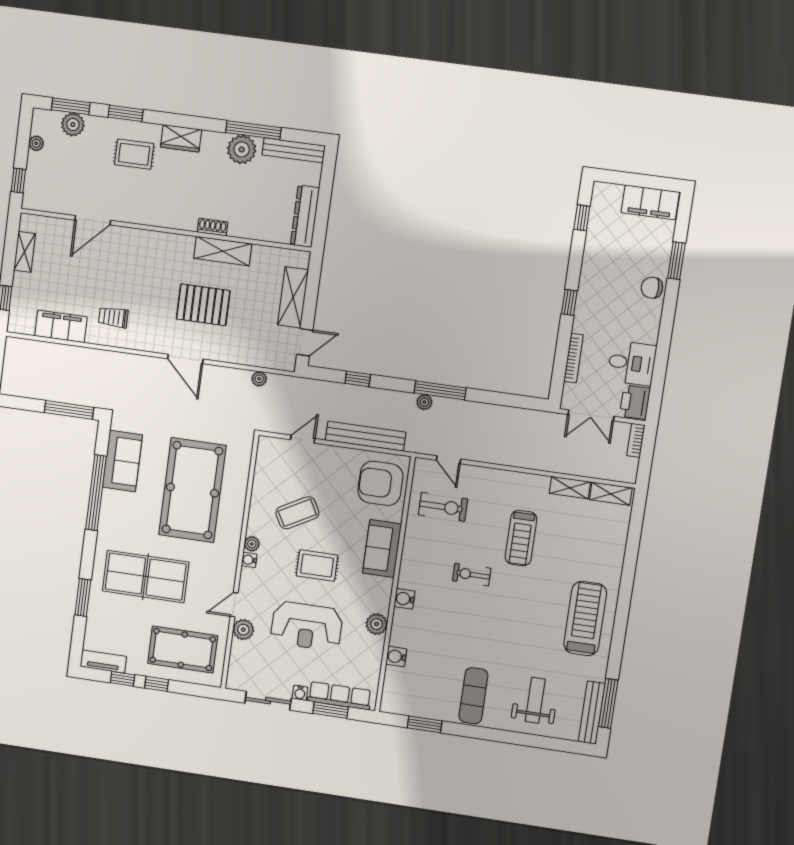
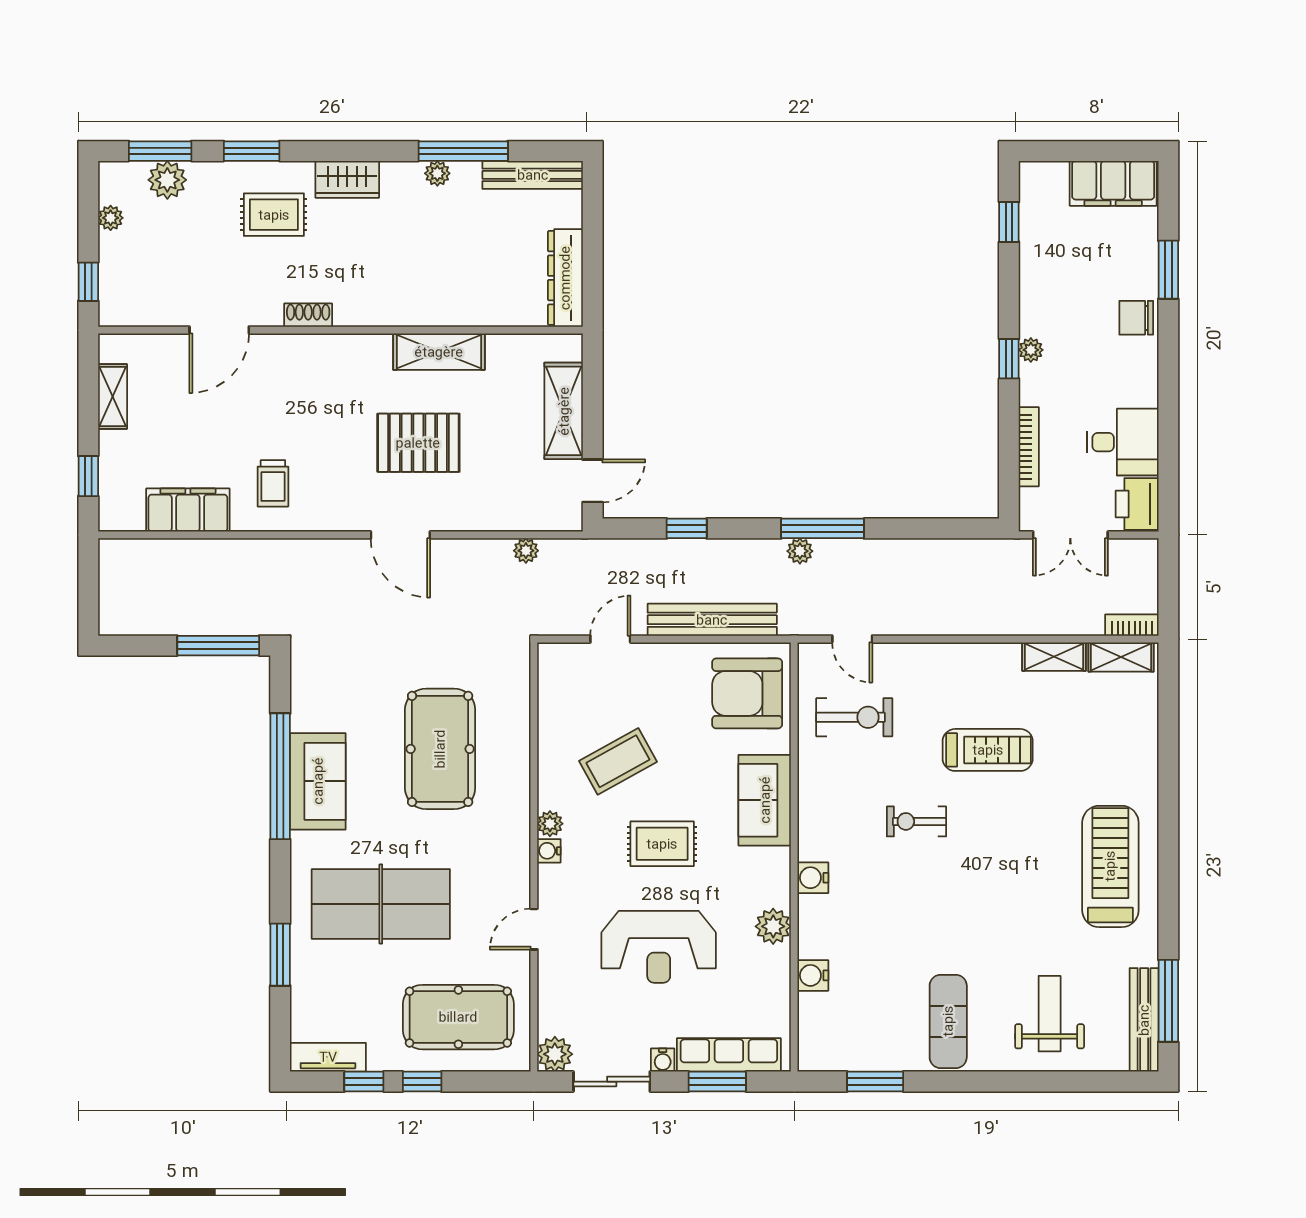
plant: (242, 149) -> (437, 173), width x0.53, depth x0.53
shoe rack: (213, 227) -> (308, 315), moved
plant: (584, 299) -> (1031, 350), added
trolley: (113, 317) -> (273, 483), turned -90
bookcase: (636, 440) -> (1132, 625), moved, turned 90
sofa: (122, 461) -> (318, 781), moved
pool table: (192, 490) -> (440, 749), width x0.73, depth x0.76
treadmill: (521, 538) -> (988, 750), turned -90
plant: (243, 630) -> (555, 1054), moved

